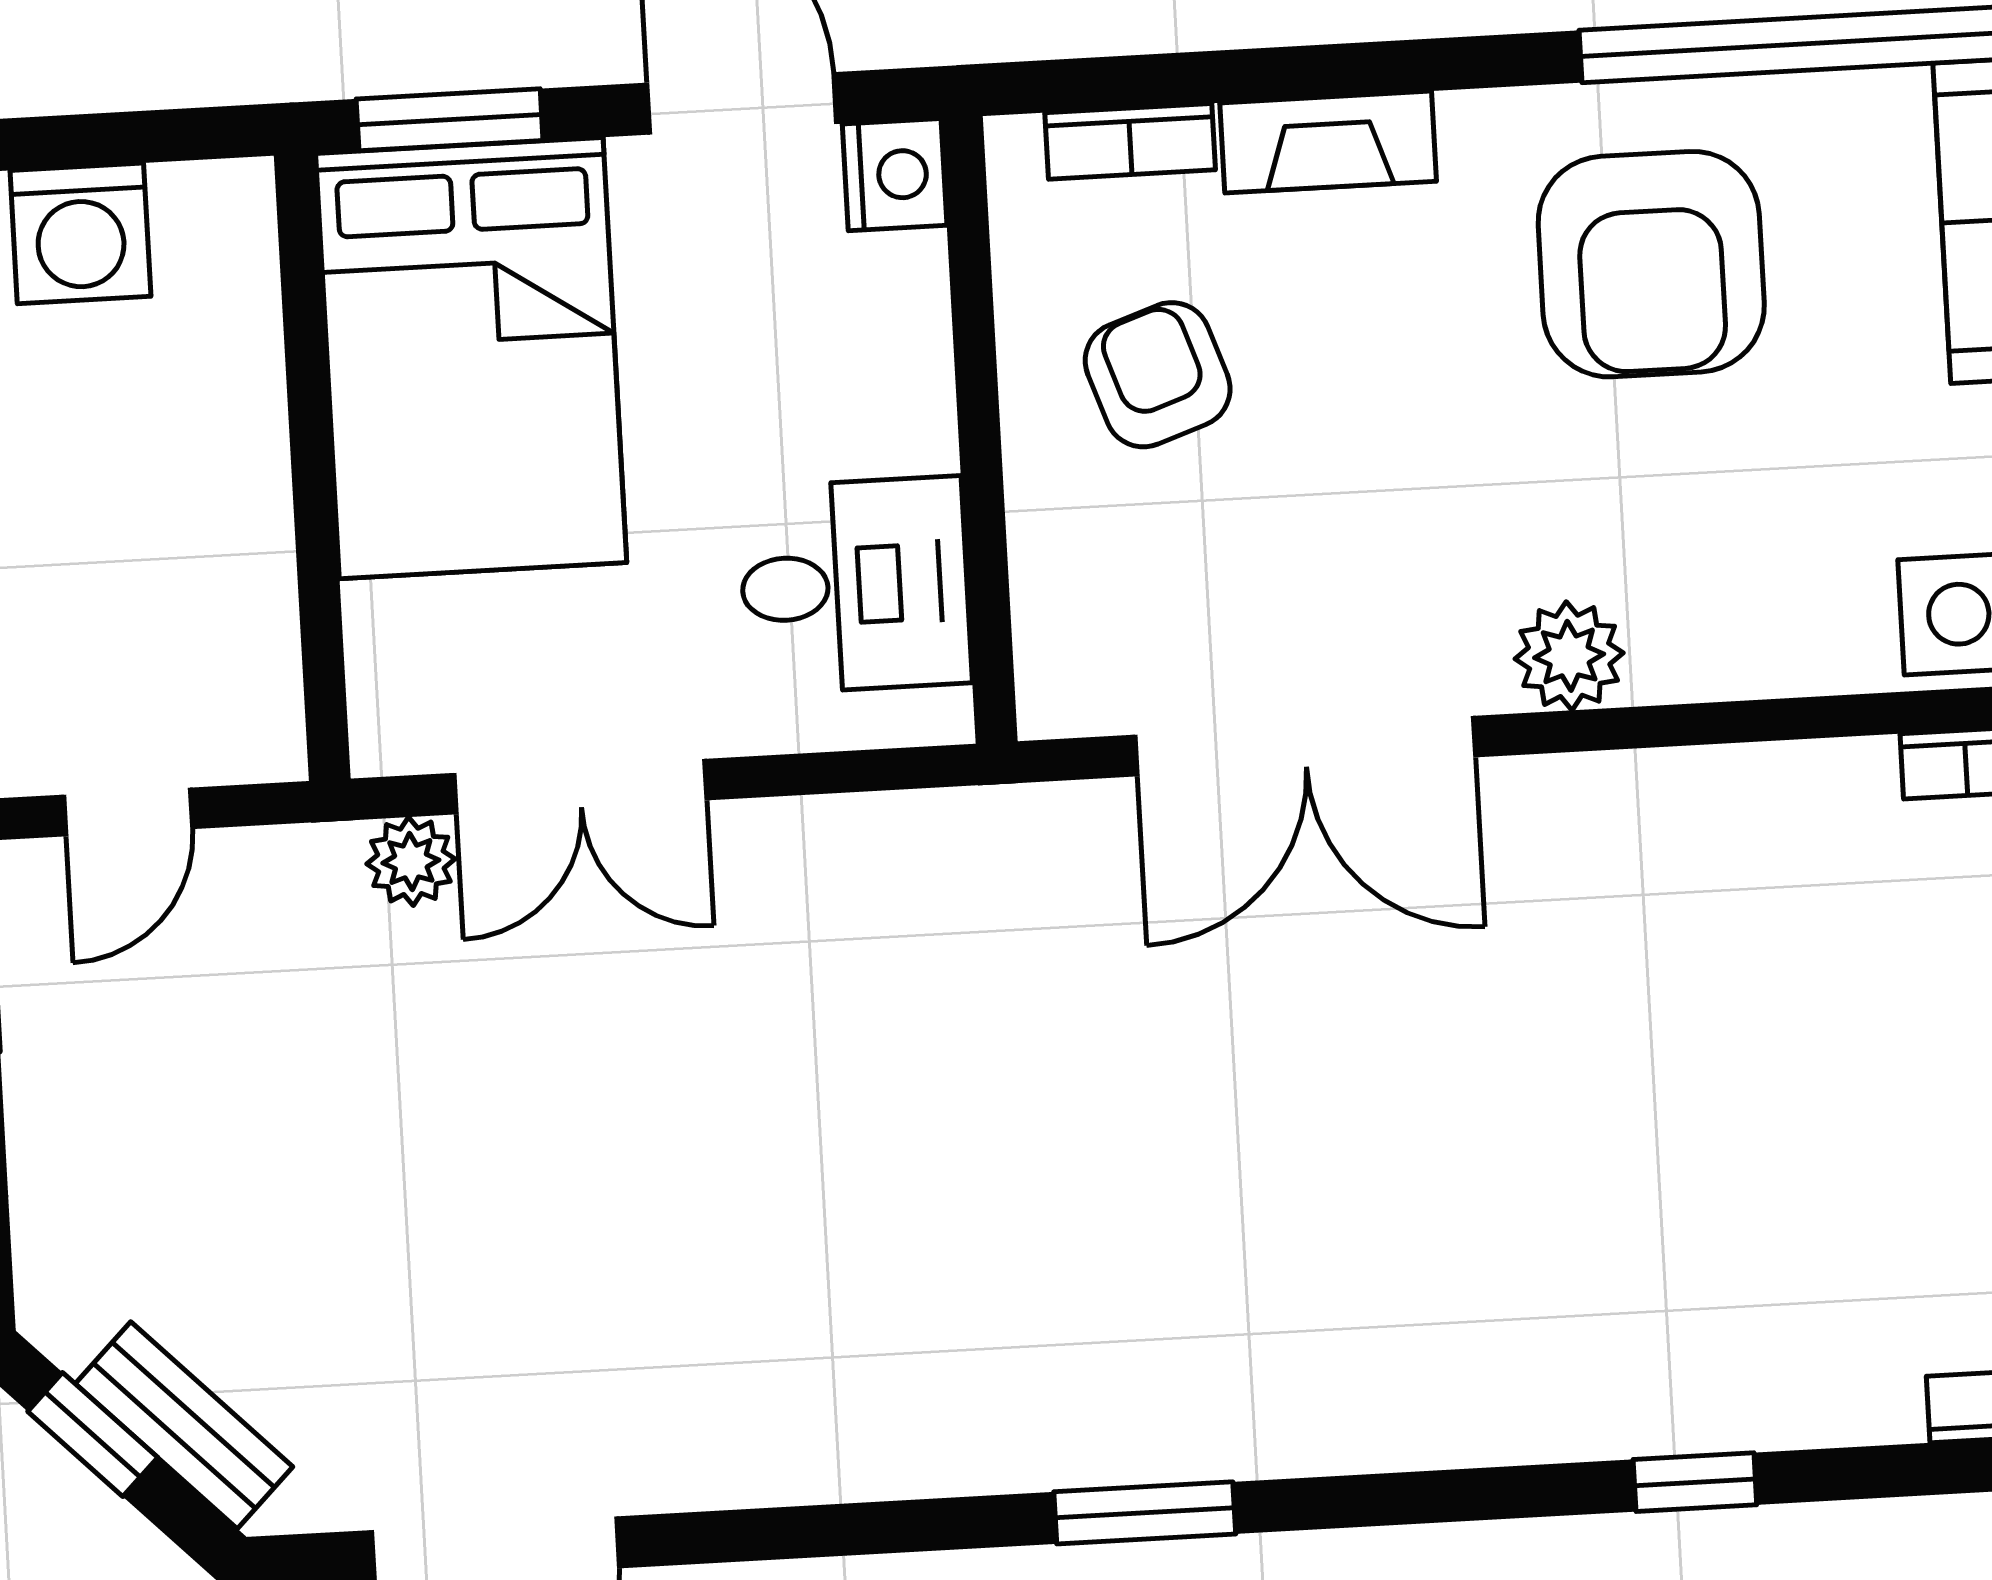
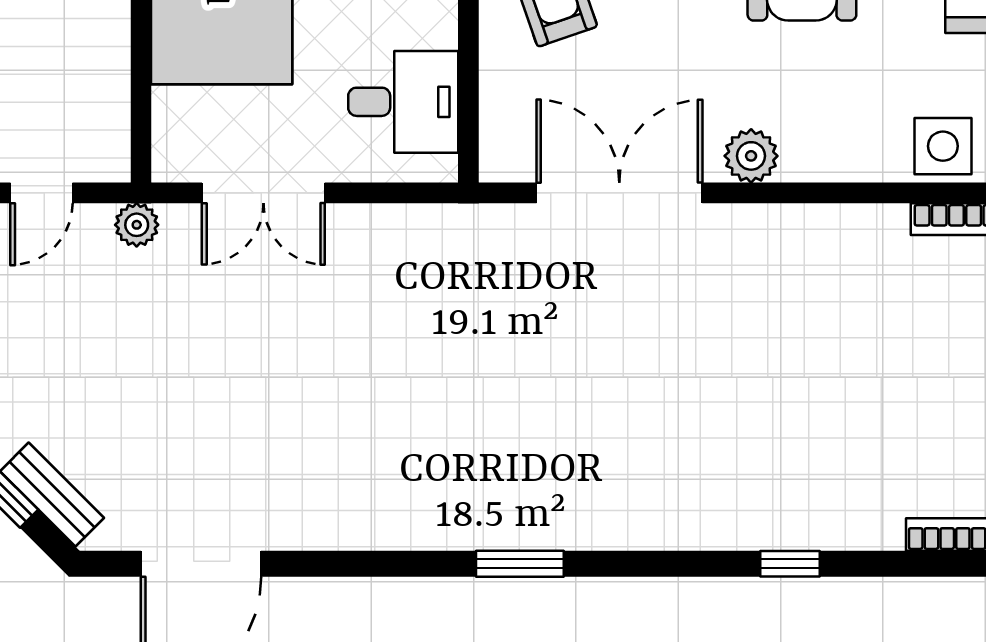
double door: (1305, 746) -> (619, 193), swing flipped
plant: (411, 861) -> (137, 225), moved

